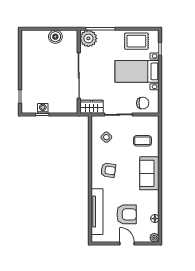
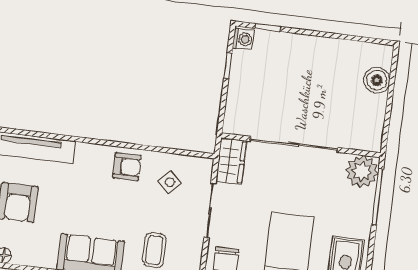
boiler: (55, 37) -> (377, 80), moved
washing machine: (43, 108) -> (243, 39), moved
armchair: (108, 170) -> (127, 167), moved, turned -99

